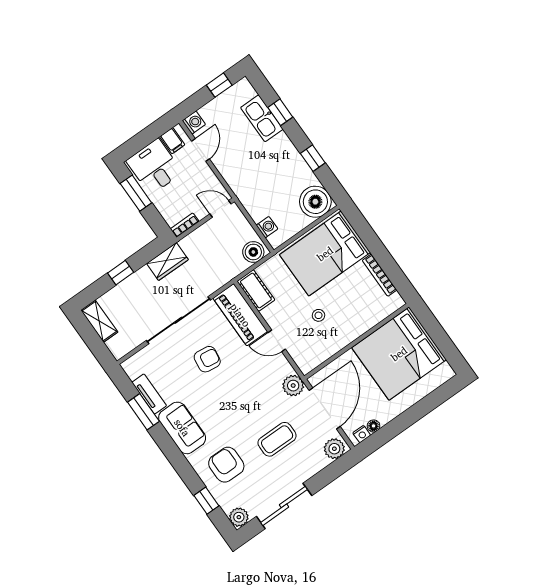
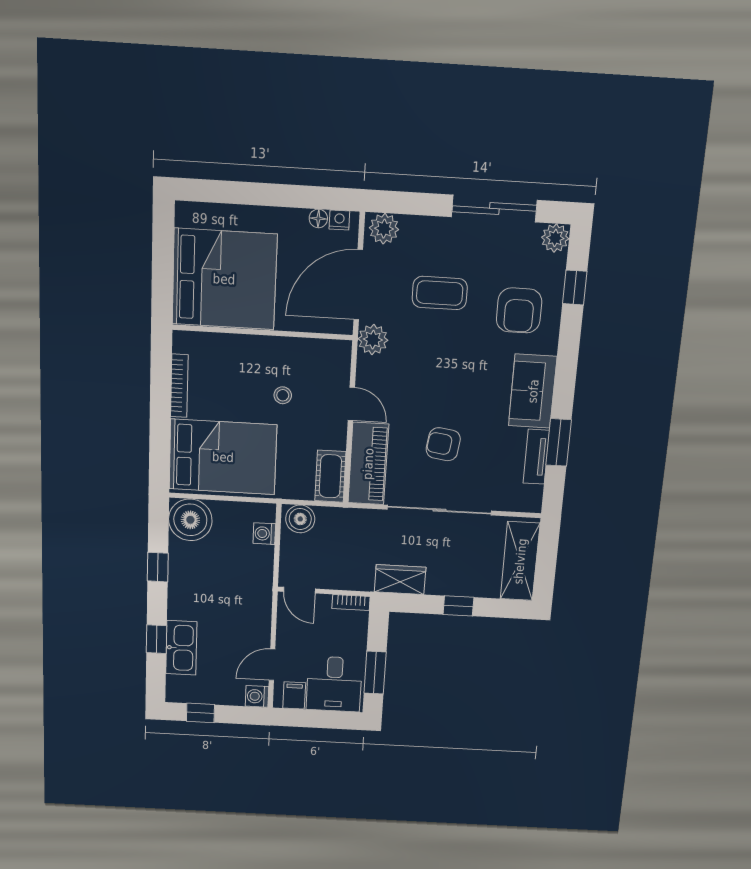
shelving: (99, 321) -> (520, 561), width x1.50, depth x1.33

